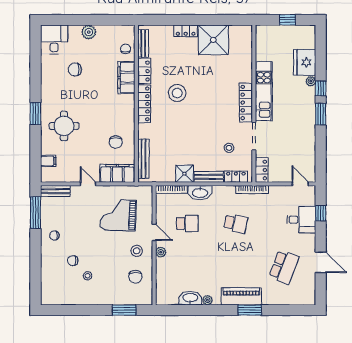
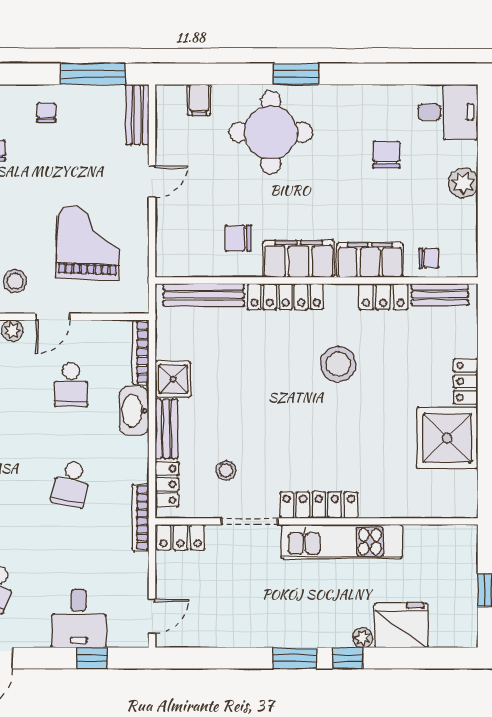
locker: (144, 104) -> (285, 297), moved
round table: (64, 126) -> (271, 132), width x1.36, depth x1.36
filing cabinet: (117, 173) -> (299, 259), moved, turned -90

